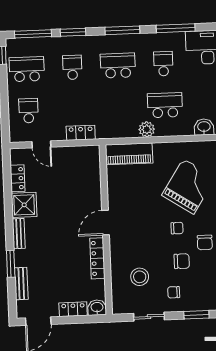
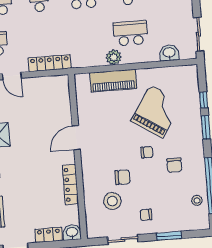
locker: (81, 133) -> (50, 63), width x1.53
piano: (129, 154) -> (113, 81), moved
door: (106, 223) -> (76, 138), moved
chair: (182, 261) -> (123, 177), moved

